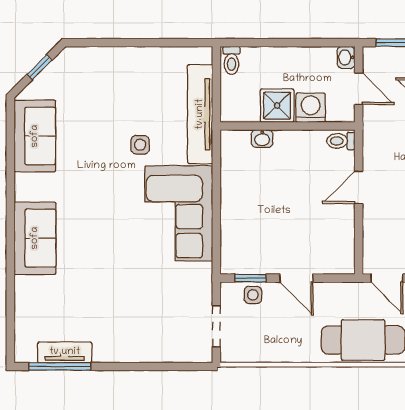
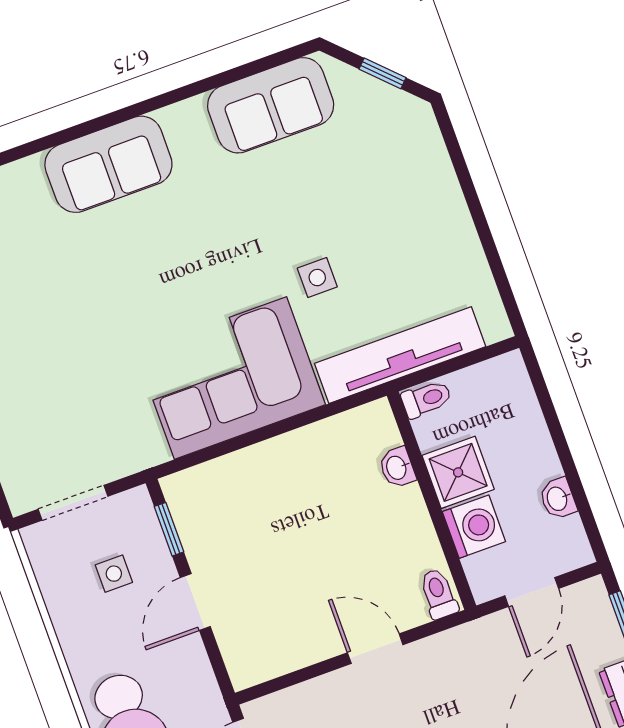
washbasin: (346, 57) -> (558, 499), moved, turned -90
toilet: (231, 60) -> (426, 399), moved, turned 180
side table: (253, 295) -> (114, 574), moved

